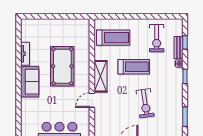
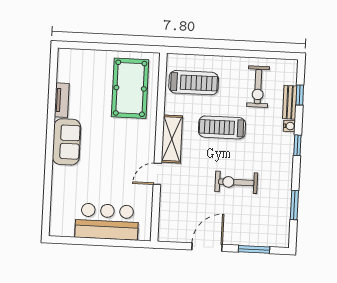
pool table: (62, 66) -> (130, 88), moved
treadmill: (134, 67) -> (222, 127), turned 180
exercise bike: (145, 103) -> (236, 182), turned 98

